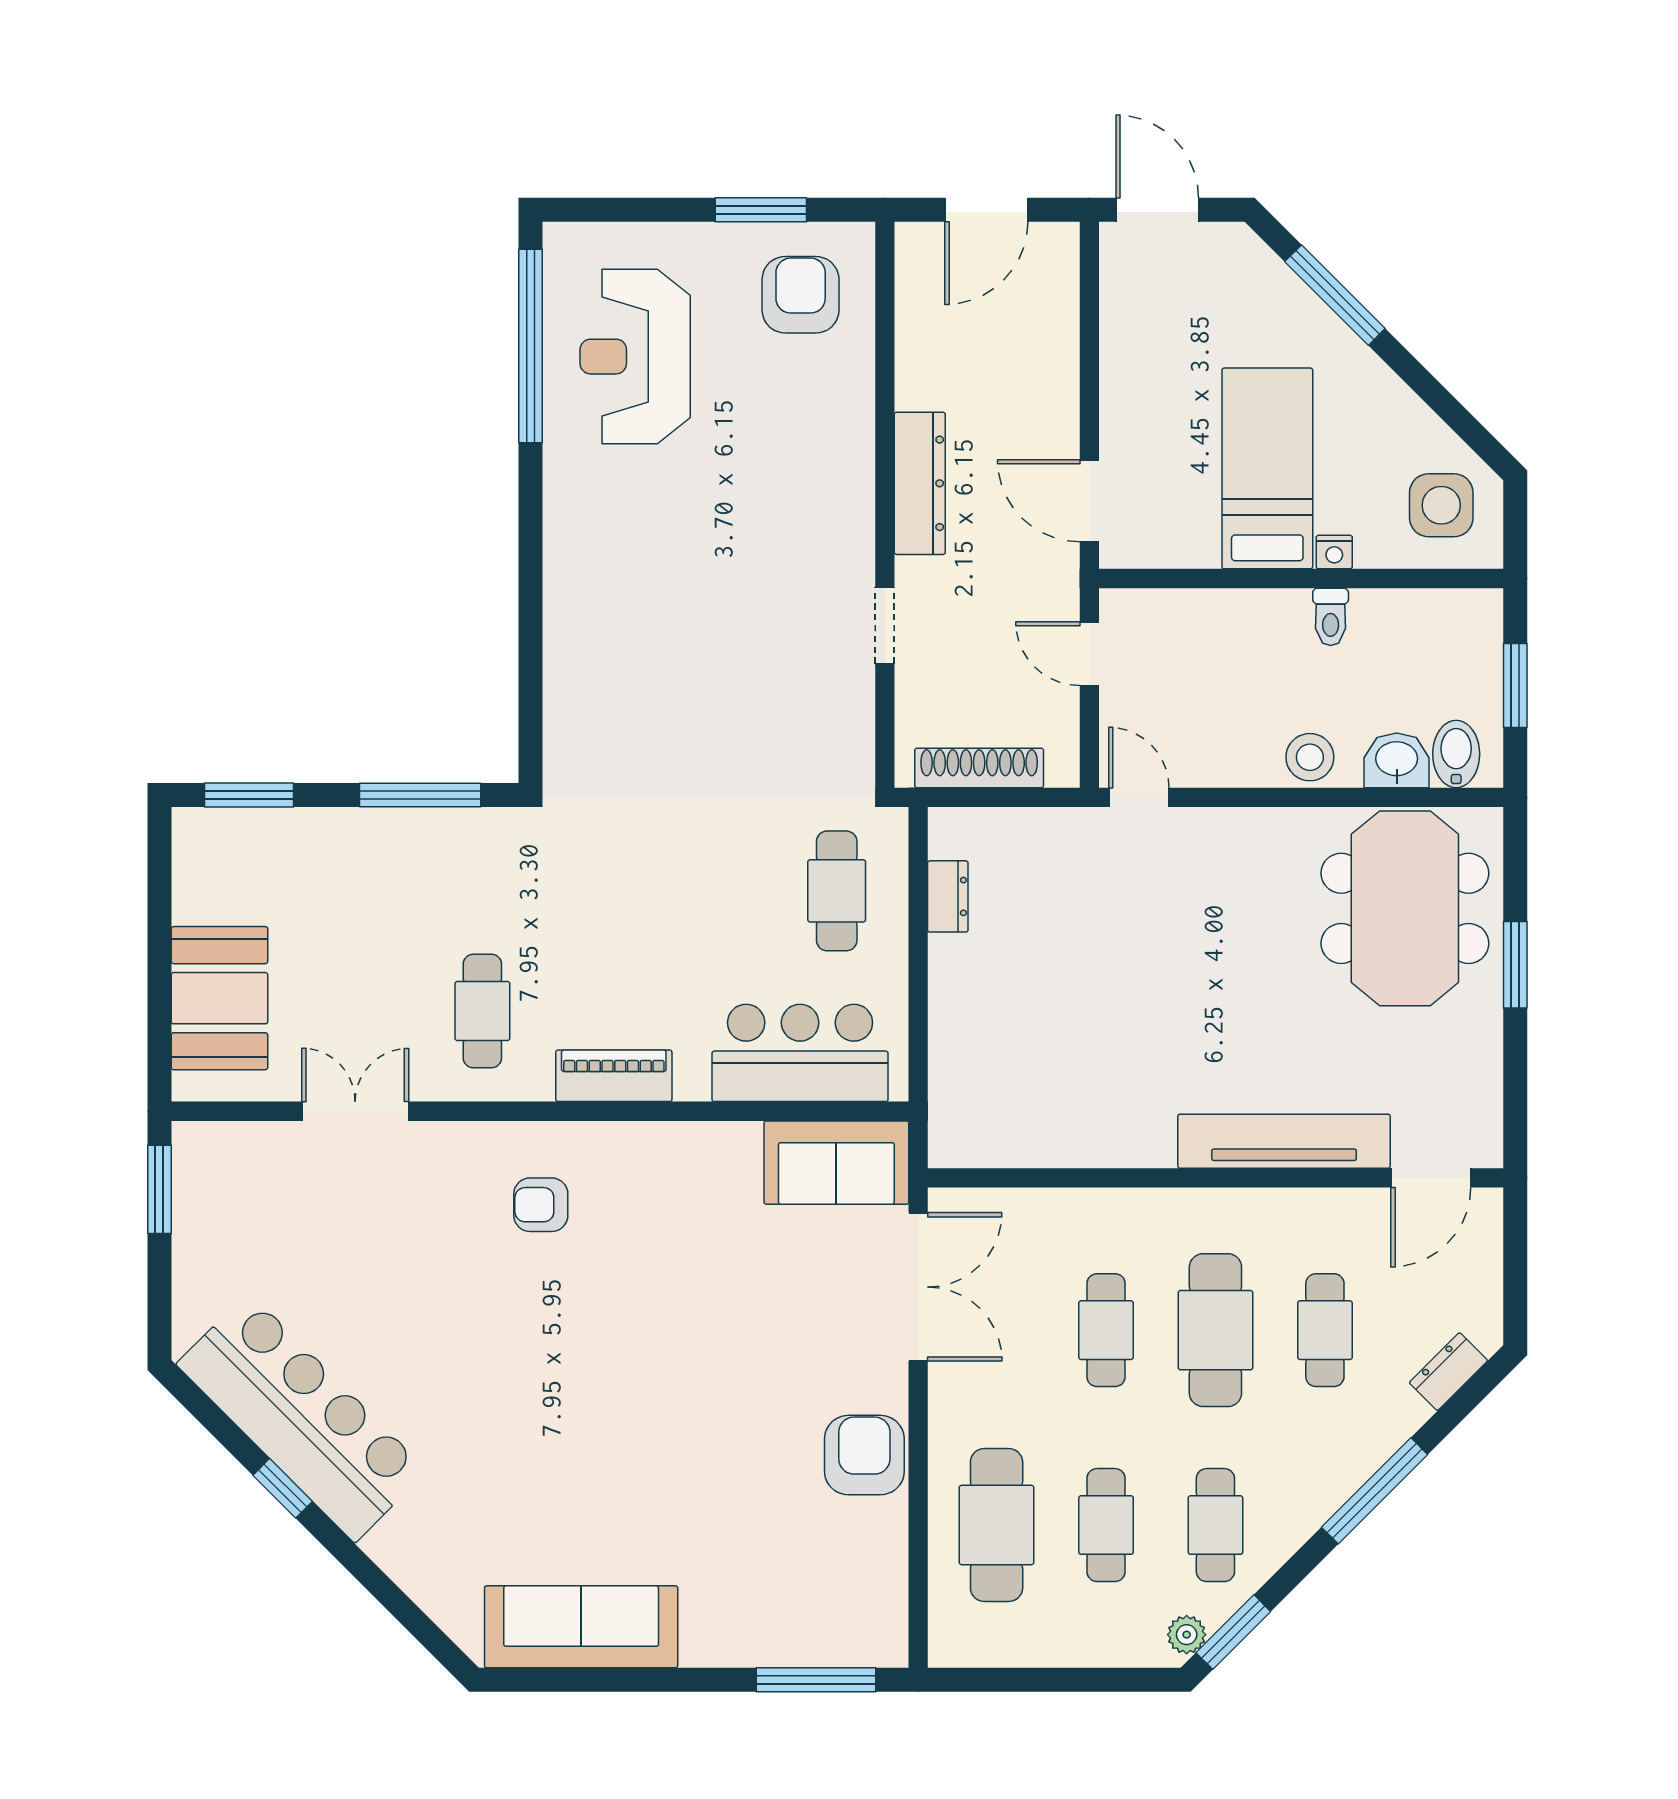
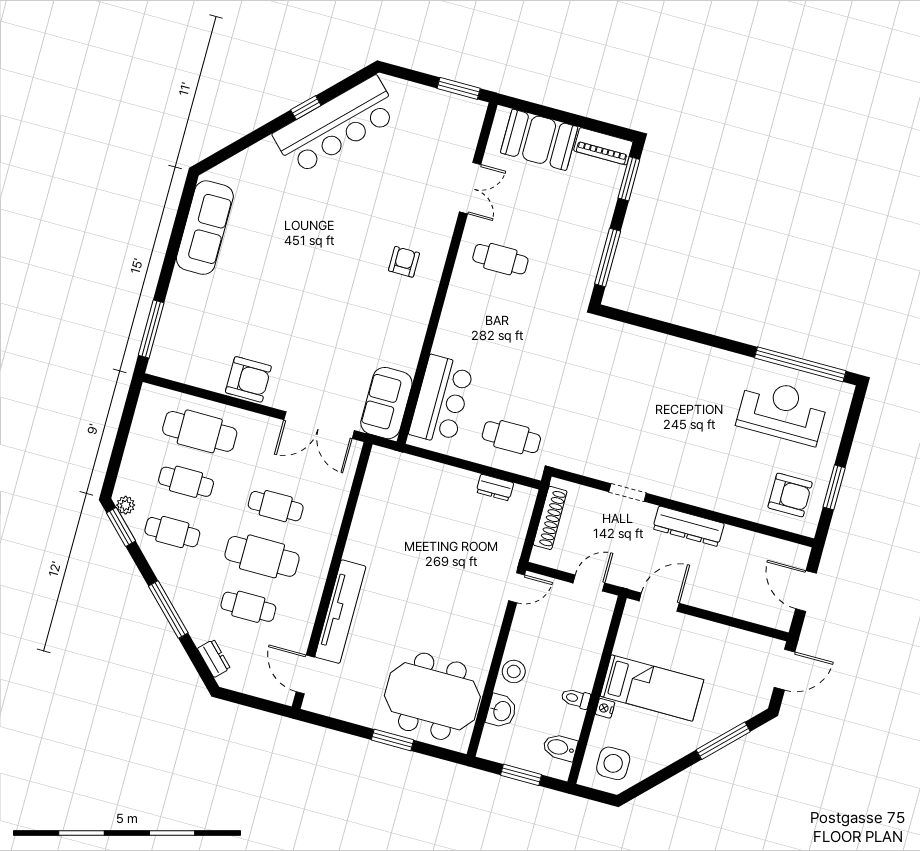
bidet: (1456, 754) -> (560, 747), moved, turned 180
piano: (614, 1076) -> (603, 146), moved, turned 90

